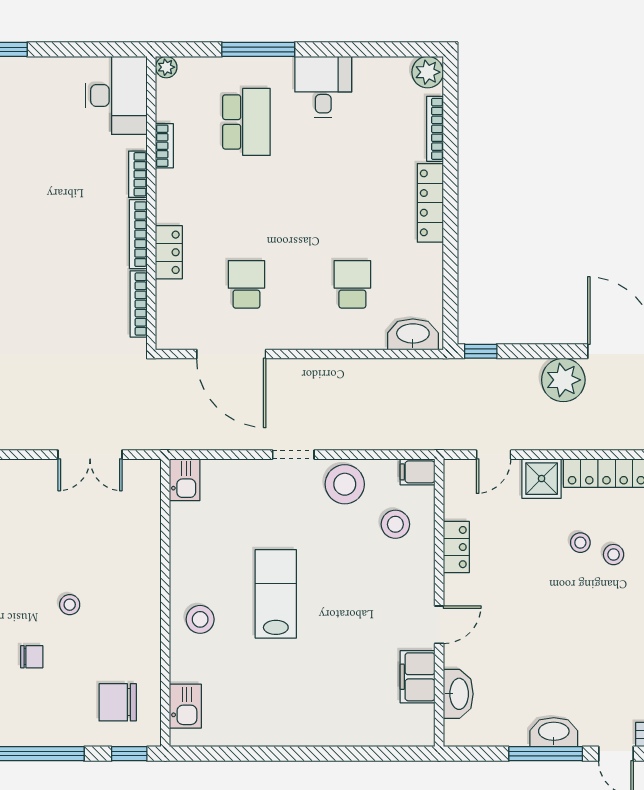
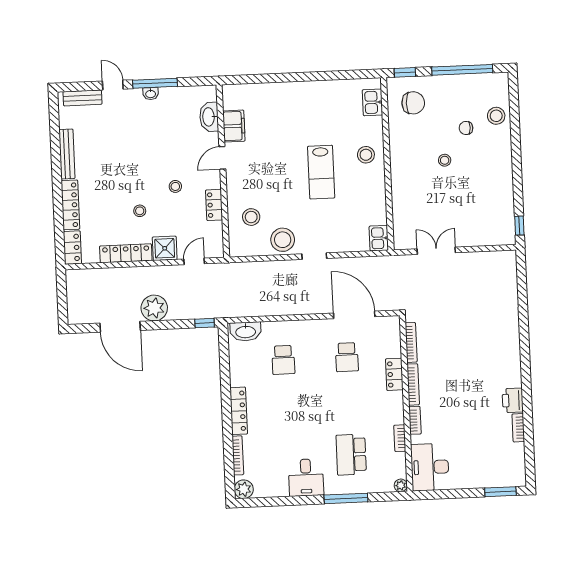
filing cabinet: (418, 472) -> (239, 249), removed
stool: (614, 555) -> (175, 186), moved
washbasin: (554, 732) -> (151, 94), width x0.52, depth x0.69

